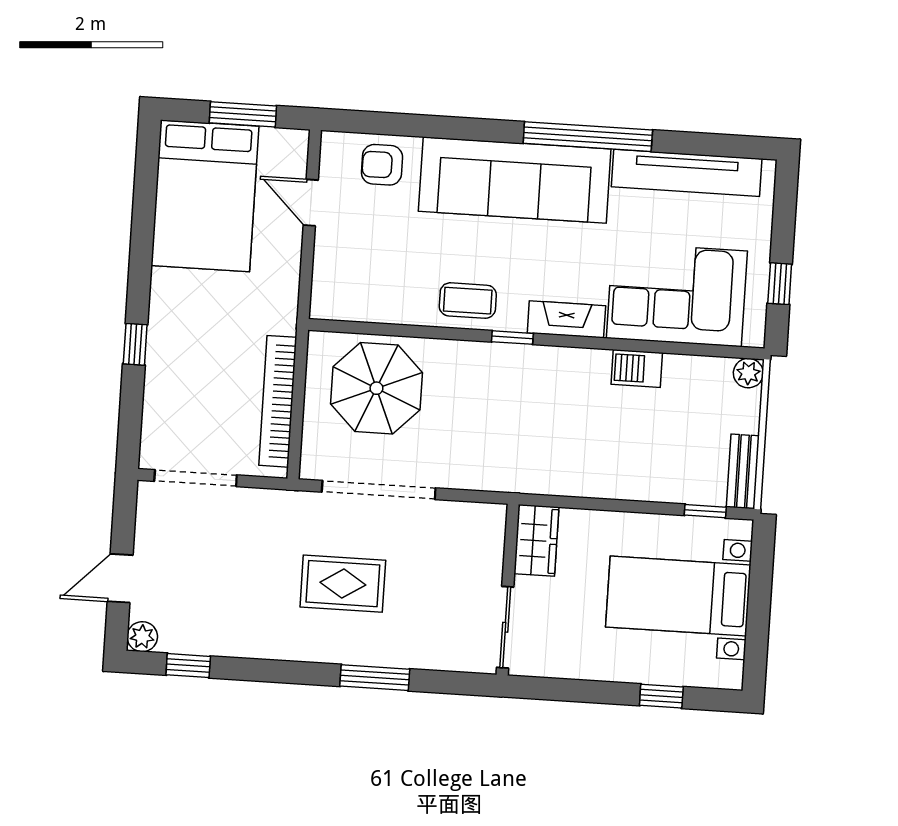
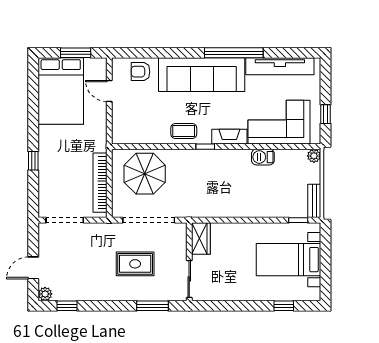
wardrobe: (536, 540) -> (201, 238), moved
wall: (508, 590) -> (189, 262), moved
sliding door: (505, 627) -> (189, 279), moved

